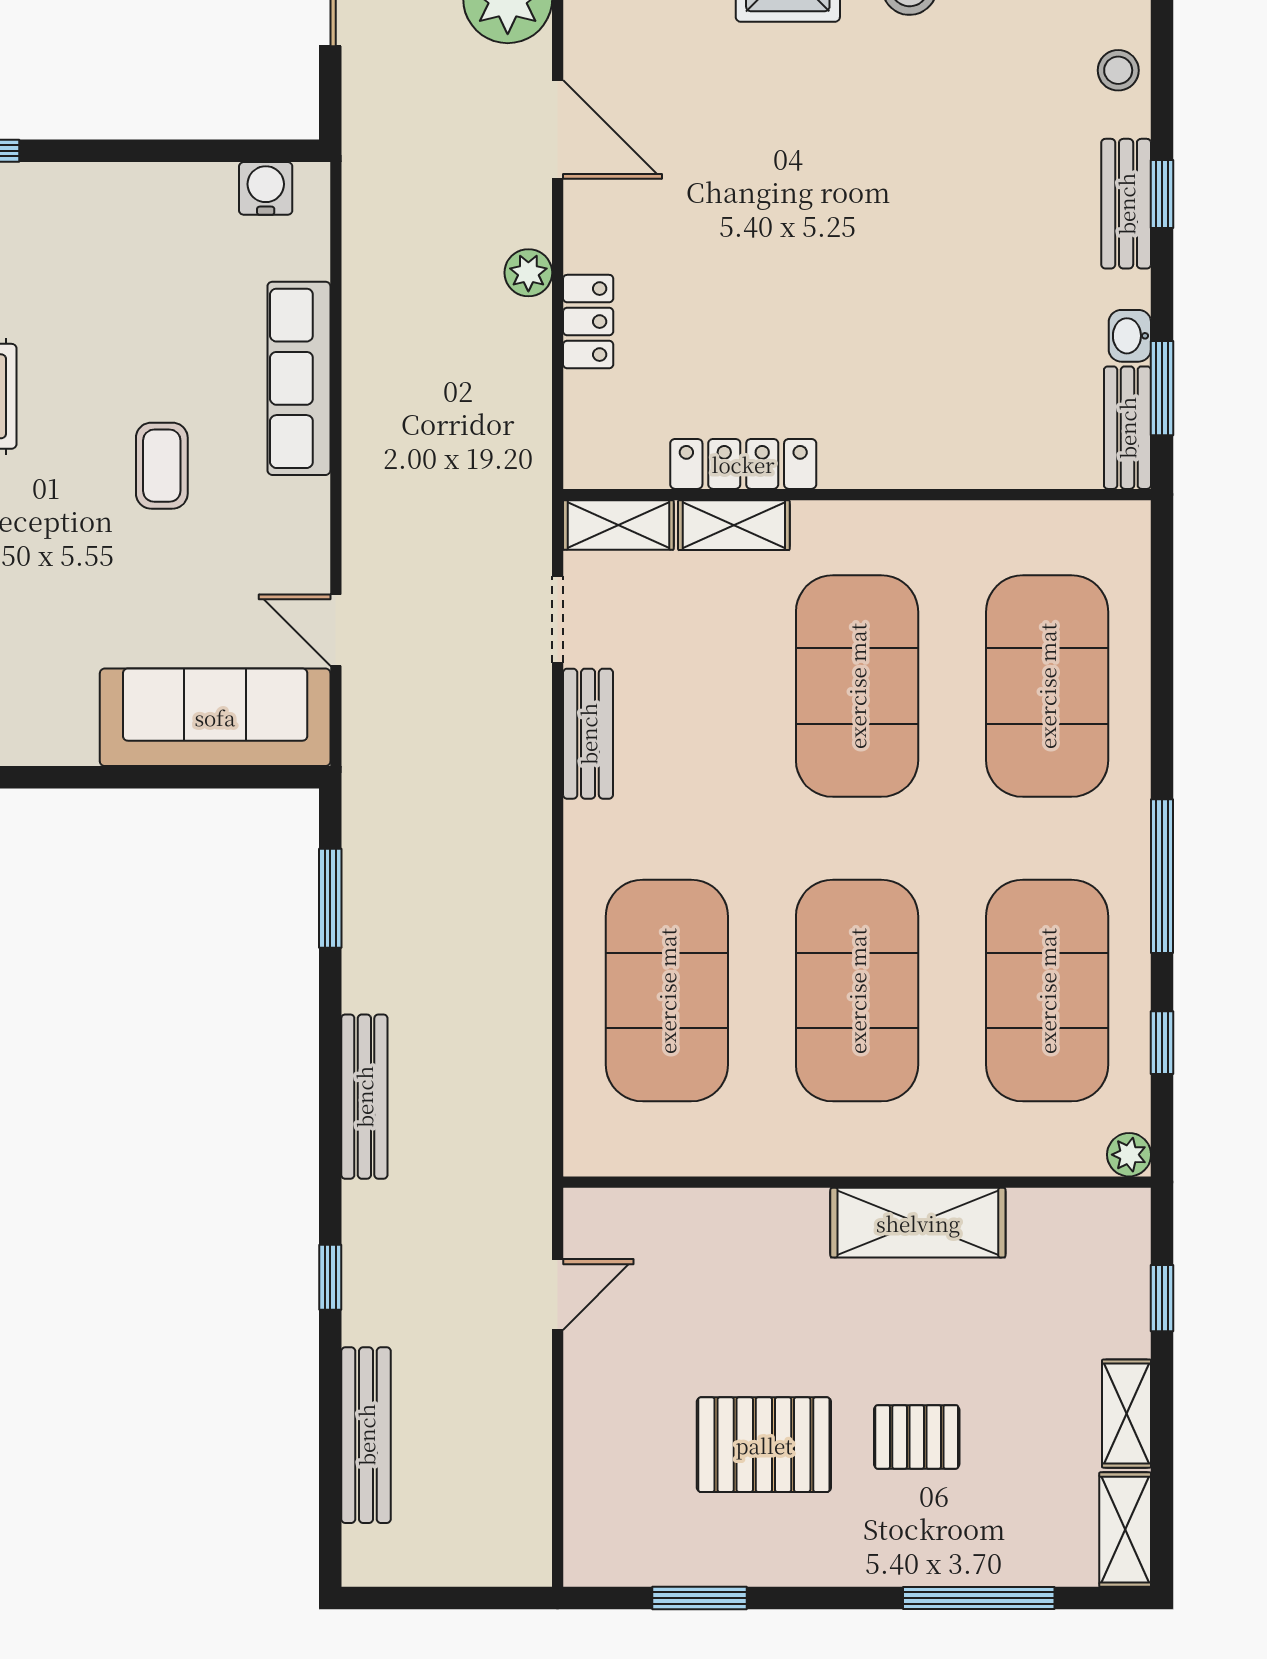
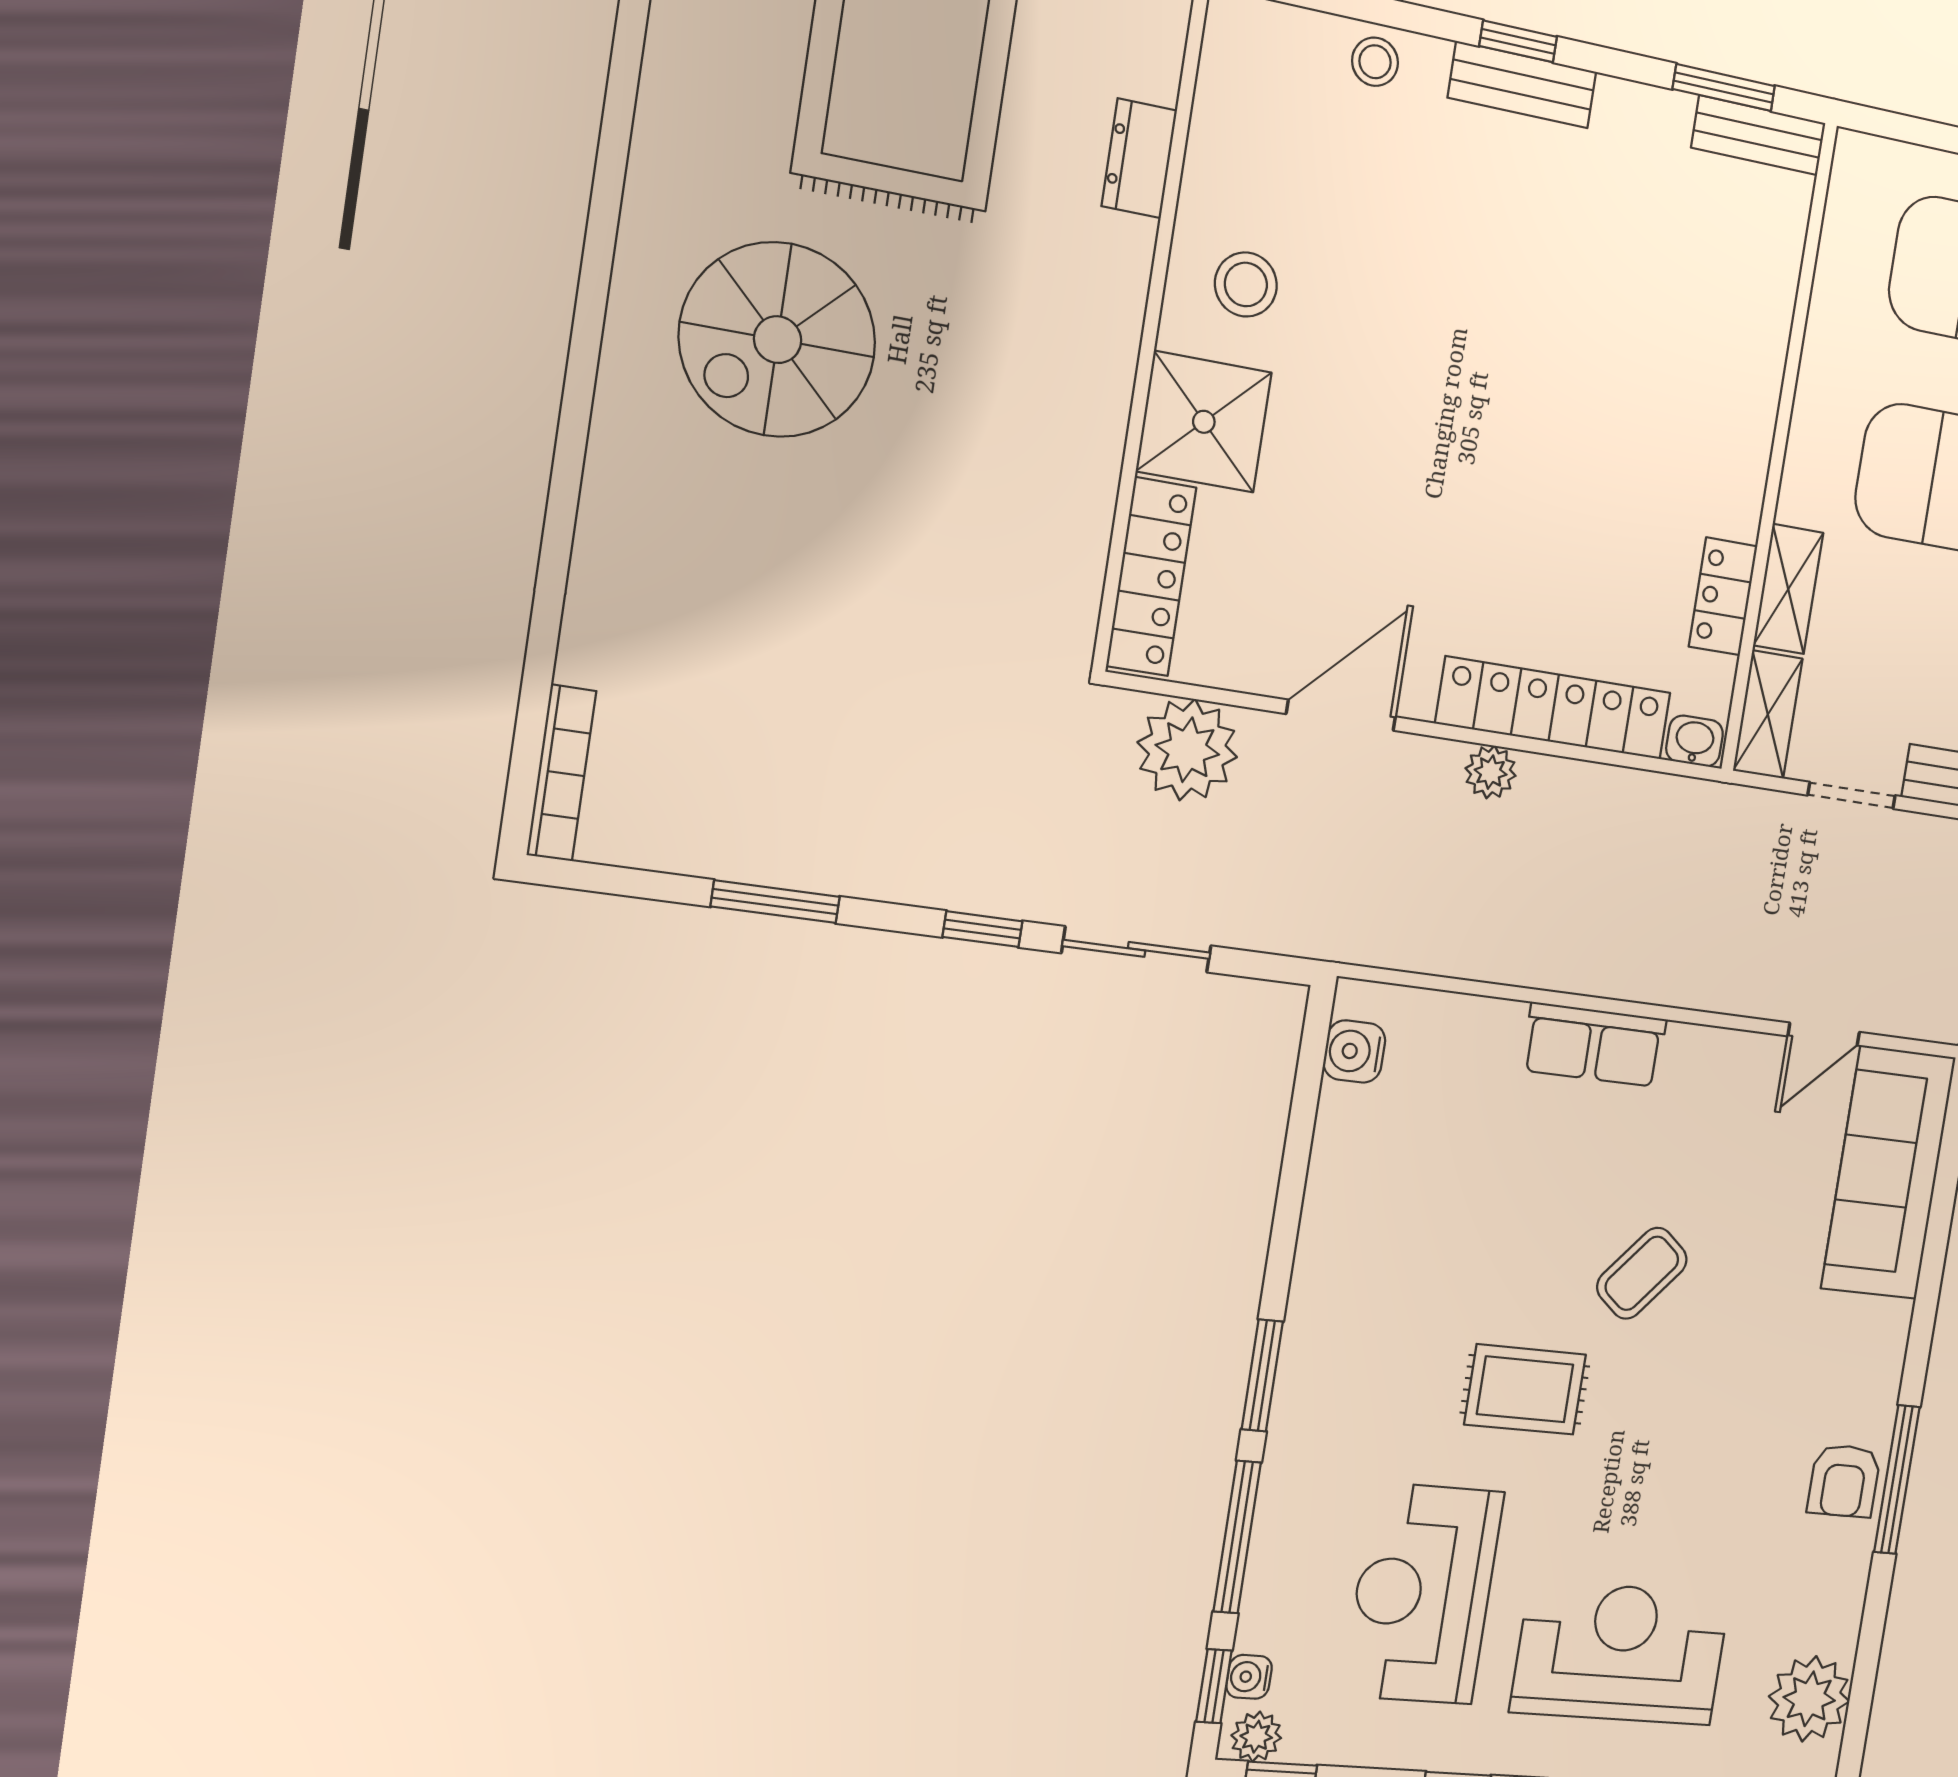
locker: (588, 322) -> (1554, 708), width x2.16, depth x1.21
washbasin: (1130, 336) -> (1694, 741), moved, turned 180
row of seats: (299, 378) -> (1594, 1045), width x0.68
locker: (743, 464) -> (1723, 596), width x0.66
coffee table: (162, 466) -> (1642, 1273), moved, turned -50

